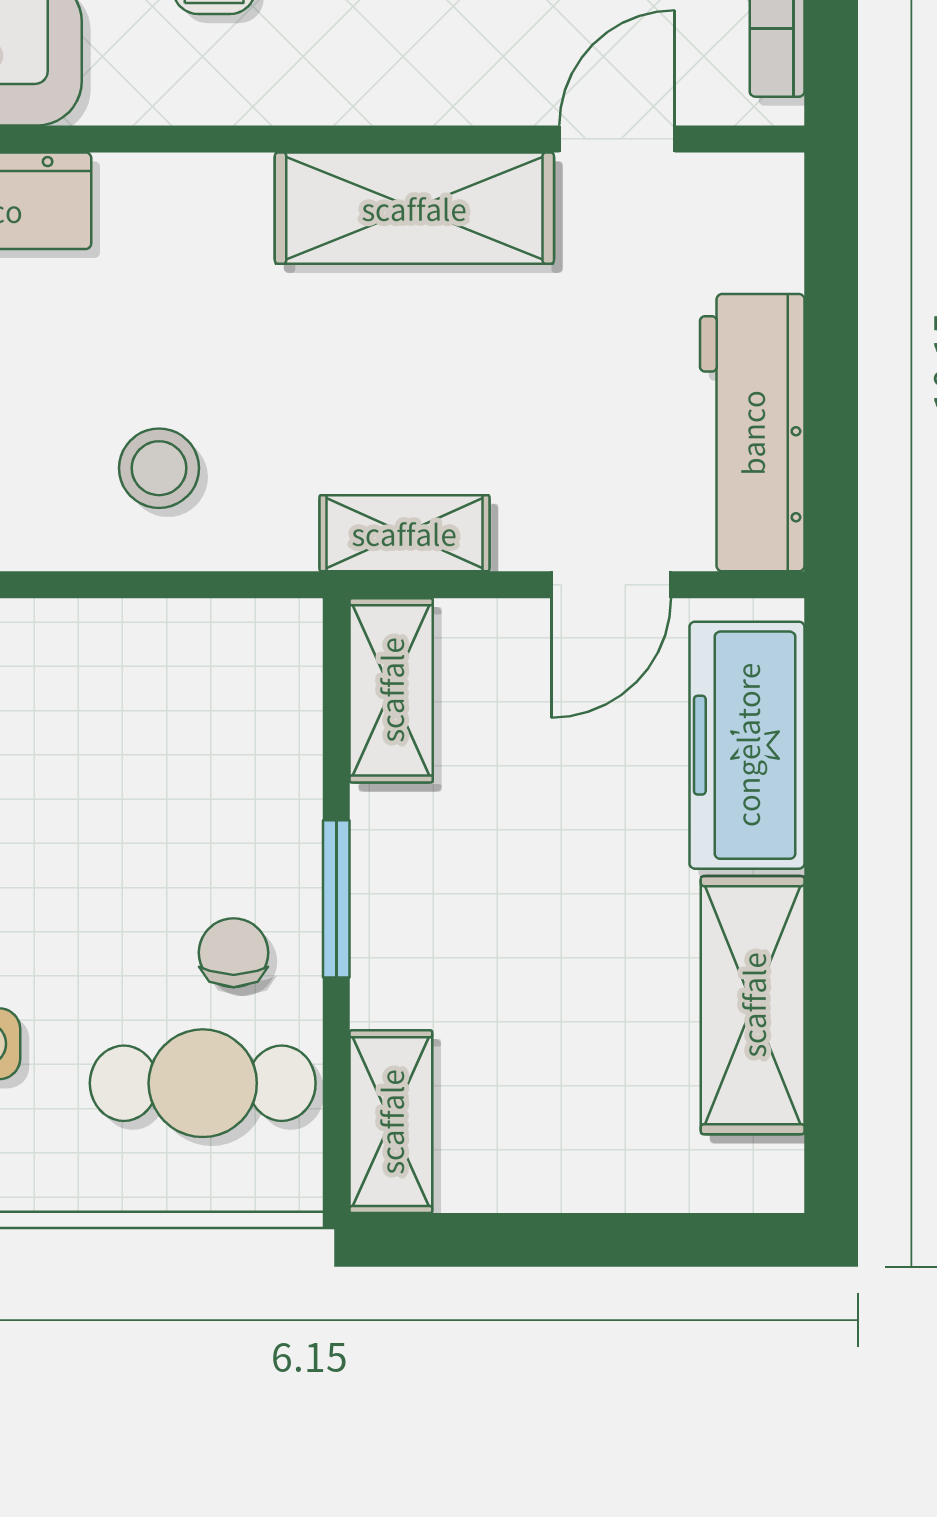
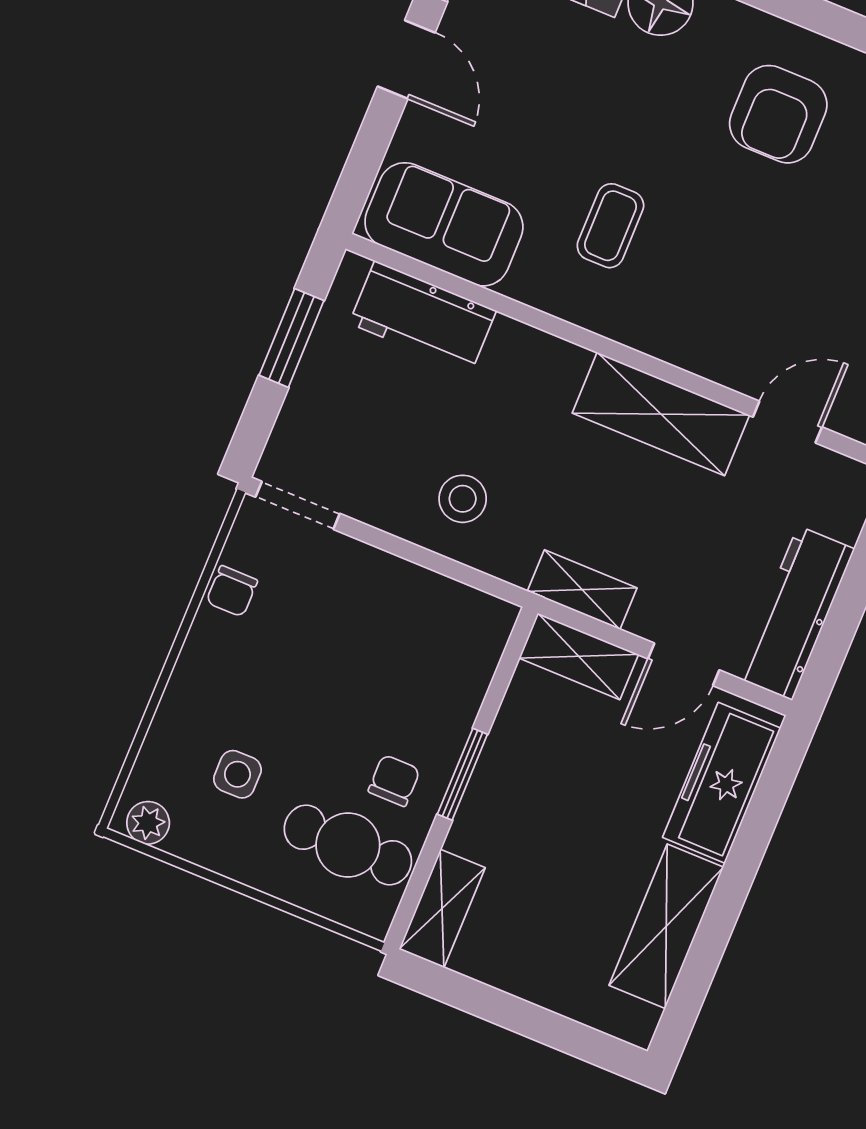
shelving: (391, 690) -> (579, 656), moved, turned 90

